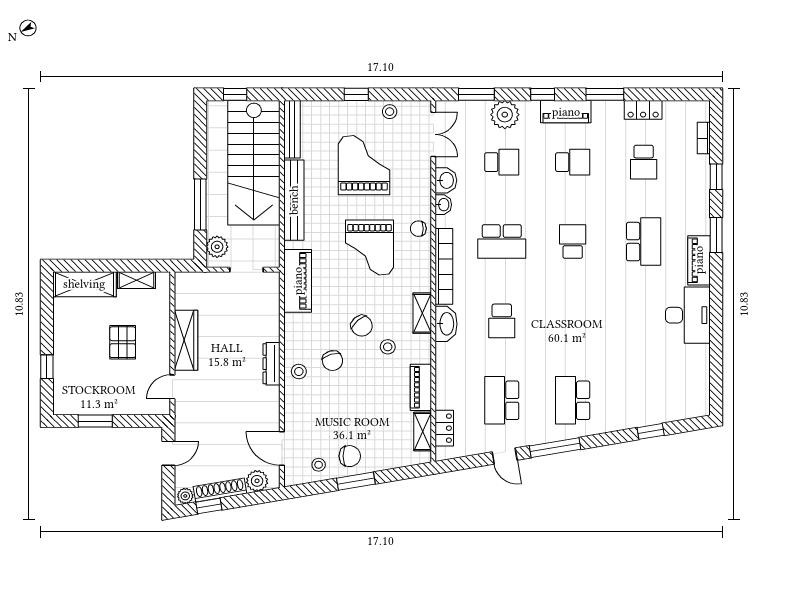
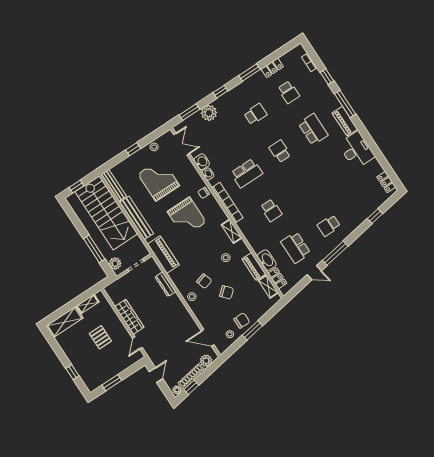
piano: (566, 112) -> (237, 93), removed
school desk: (502, 162) -> (222, 136), removed
window: (716, 235) -> (345, 104), width x1.44
washbasin: (446, 324) -> (267, 260), moved
chair: (362, 326) -> (227, 292), moved
dresser: (272, 364) -> (165, 284), moved
locker: (701, 392) -> (386, 182), added
school desk: (573, 400) -> (329, 226), width x0.54

